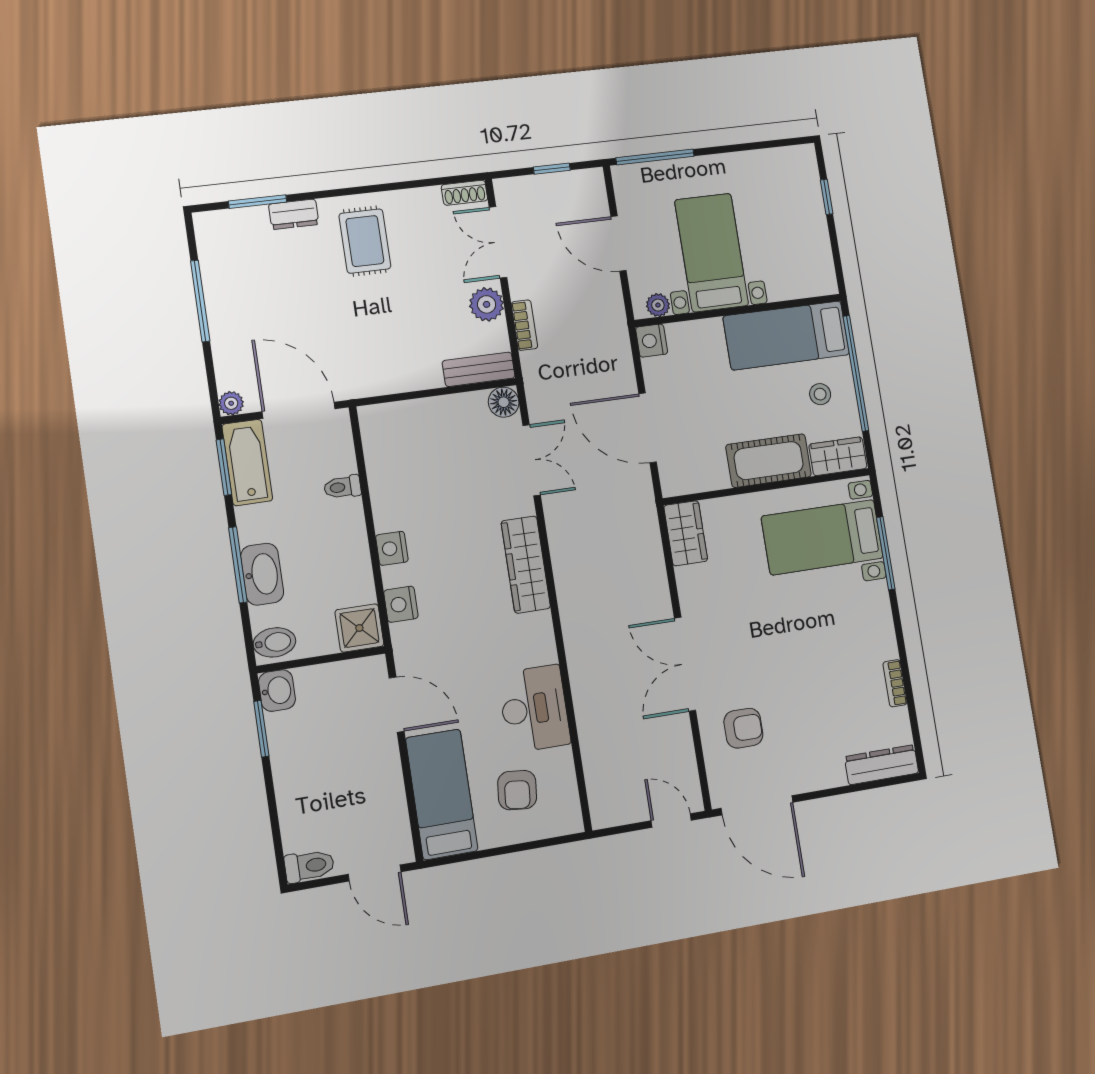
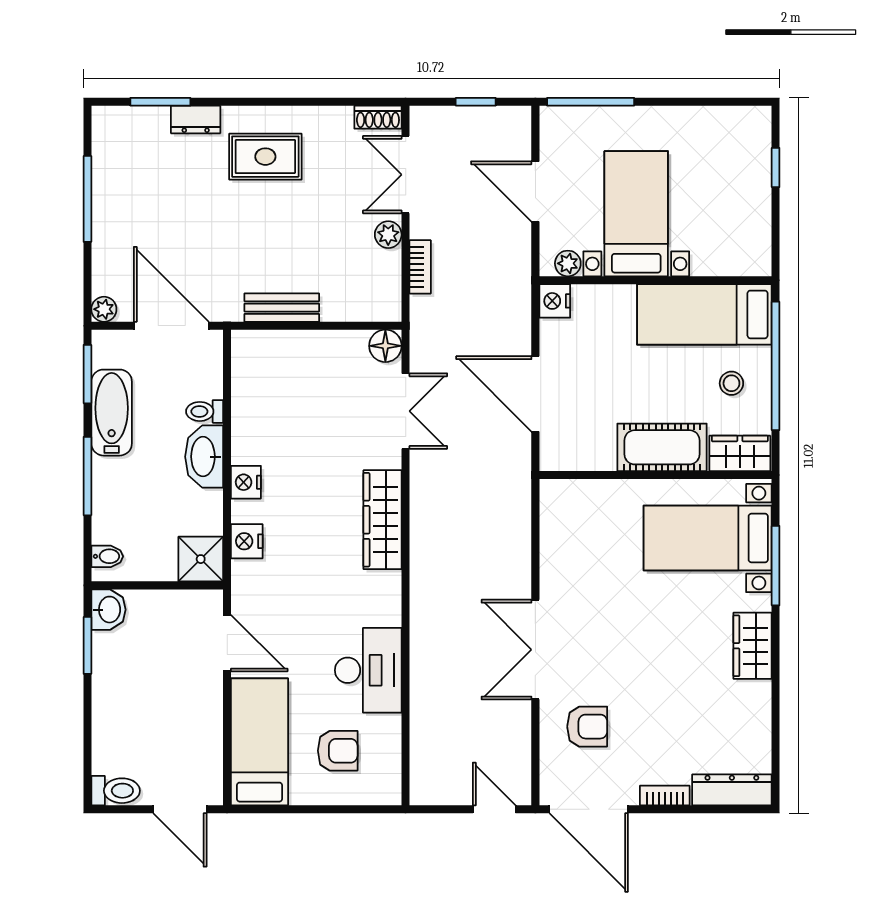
rug: (365, 241) -> (265, 157), turned 90
plant: (487, 304) -> (388, 235), width x0.73, depth x0.73
bench: (479, 369) -> (282, 308), moved
bathtub: (247, 462) -> (112, 413), moved
wardrobe: (686, 533) -> (752, 646), moved, turned 180
washbasin: (262, 574) -> (204, 457), moved, turned 180
bidet: (274, 642) -> (107, 556), width x0.72, depth x0.74
bookcase: (895, 683) -> (665, 796), moved, turned 90
armchair: (517, 790) -> (338, 751), turned -96

